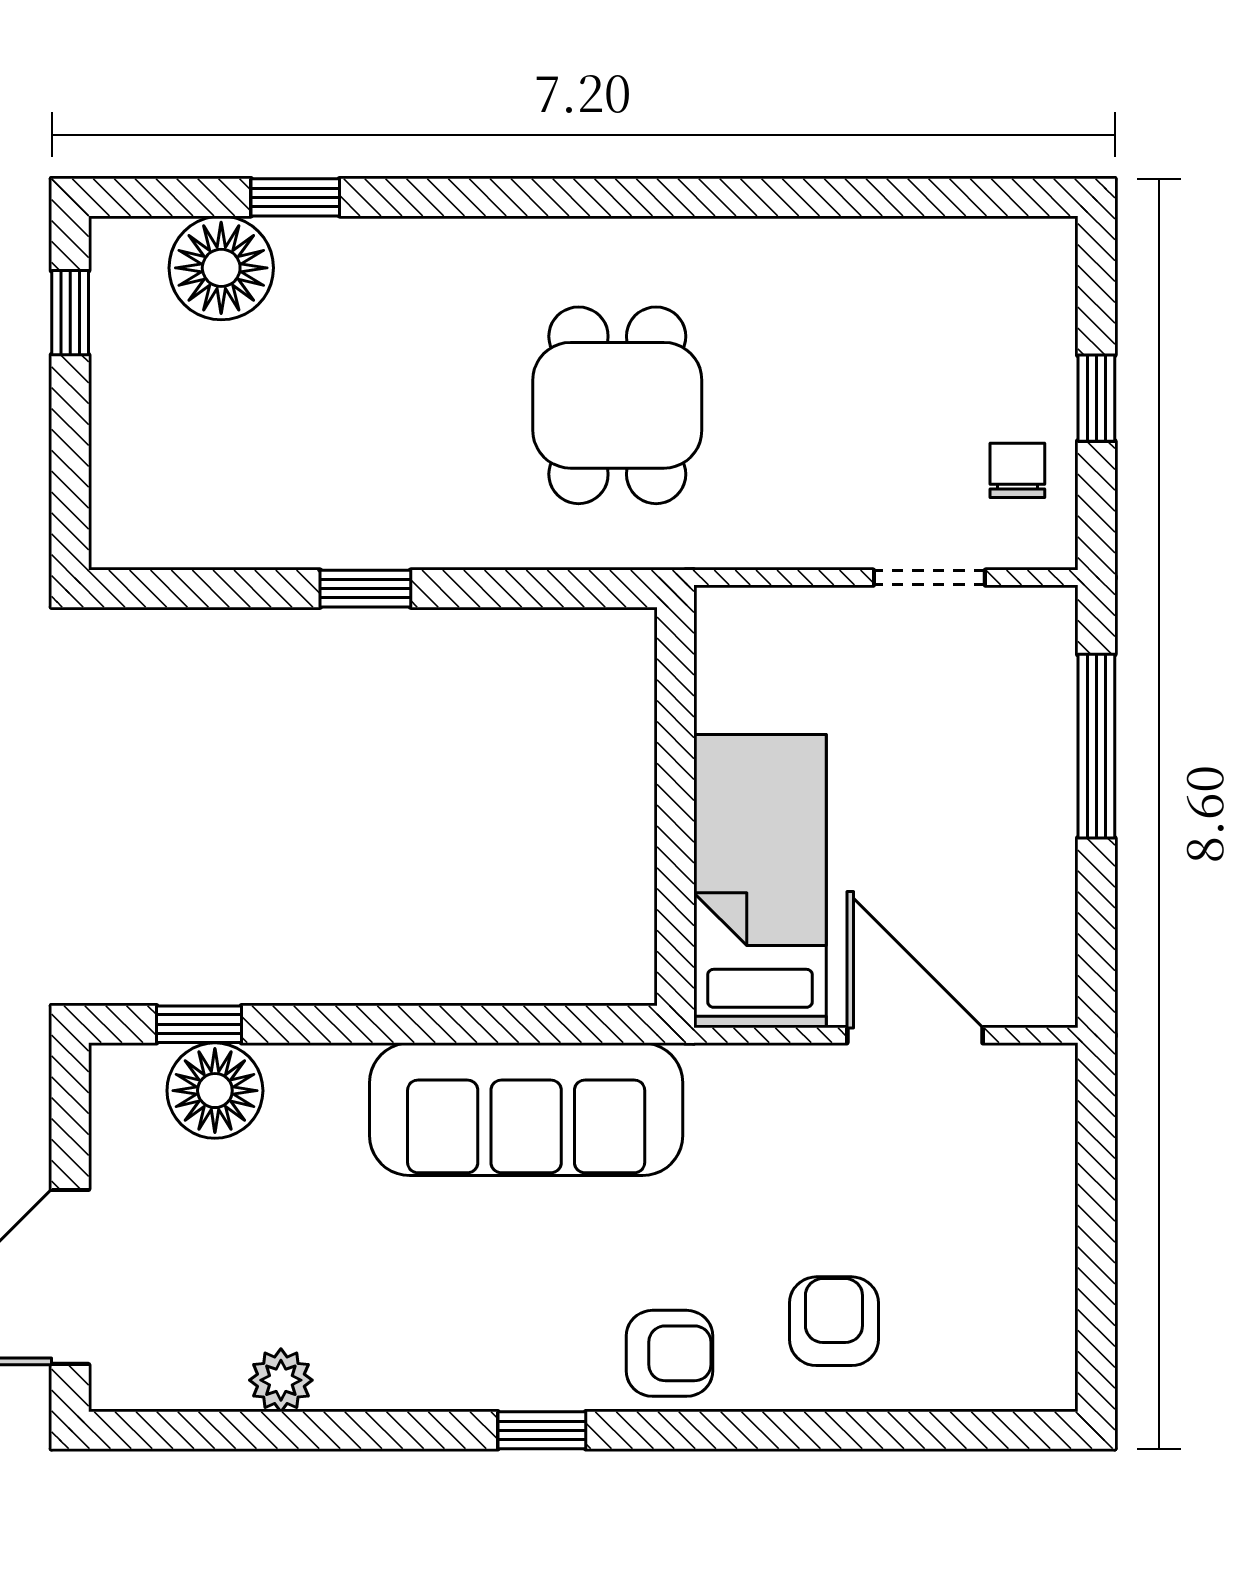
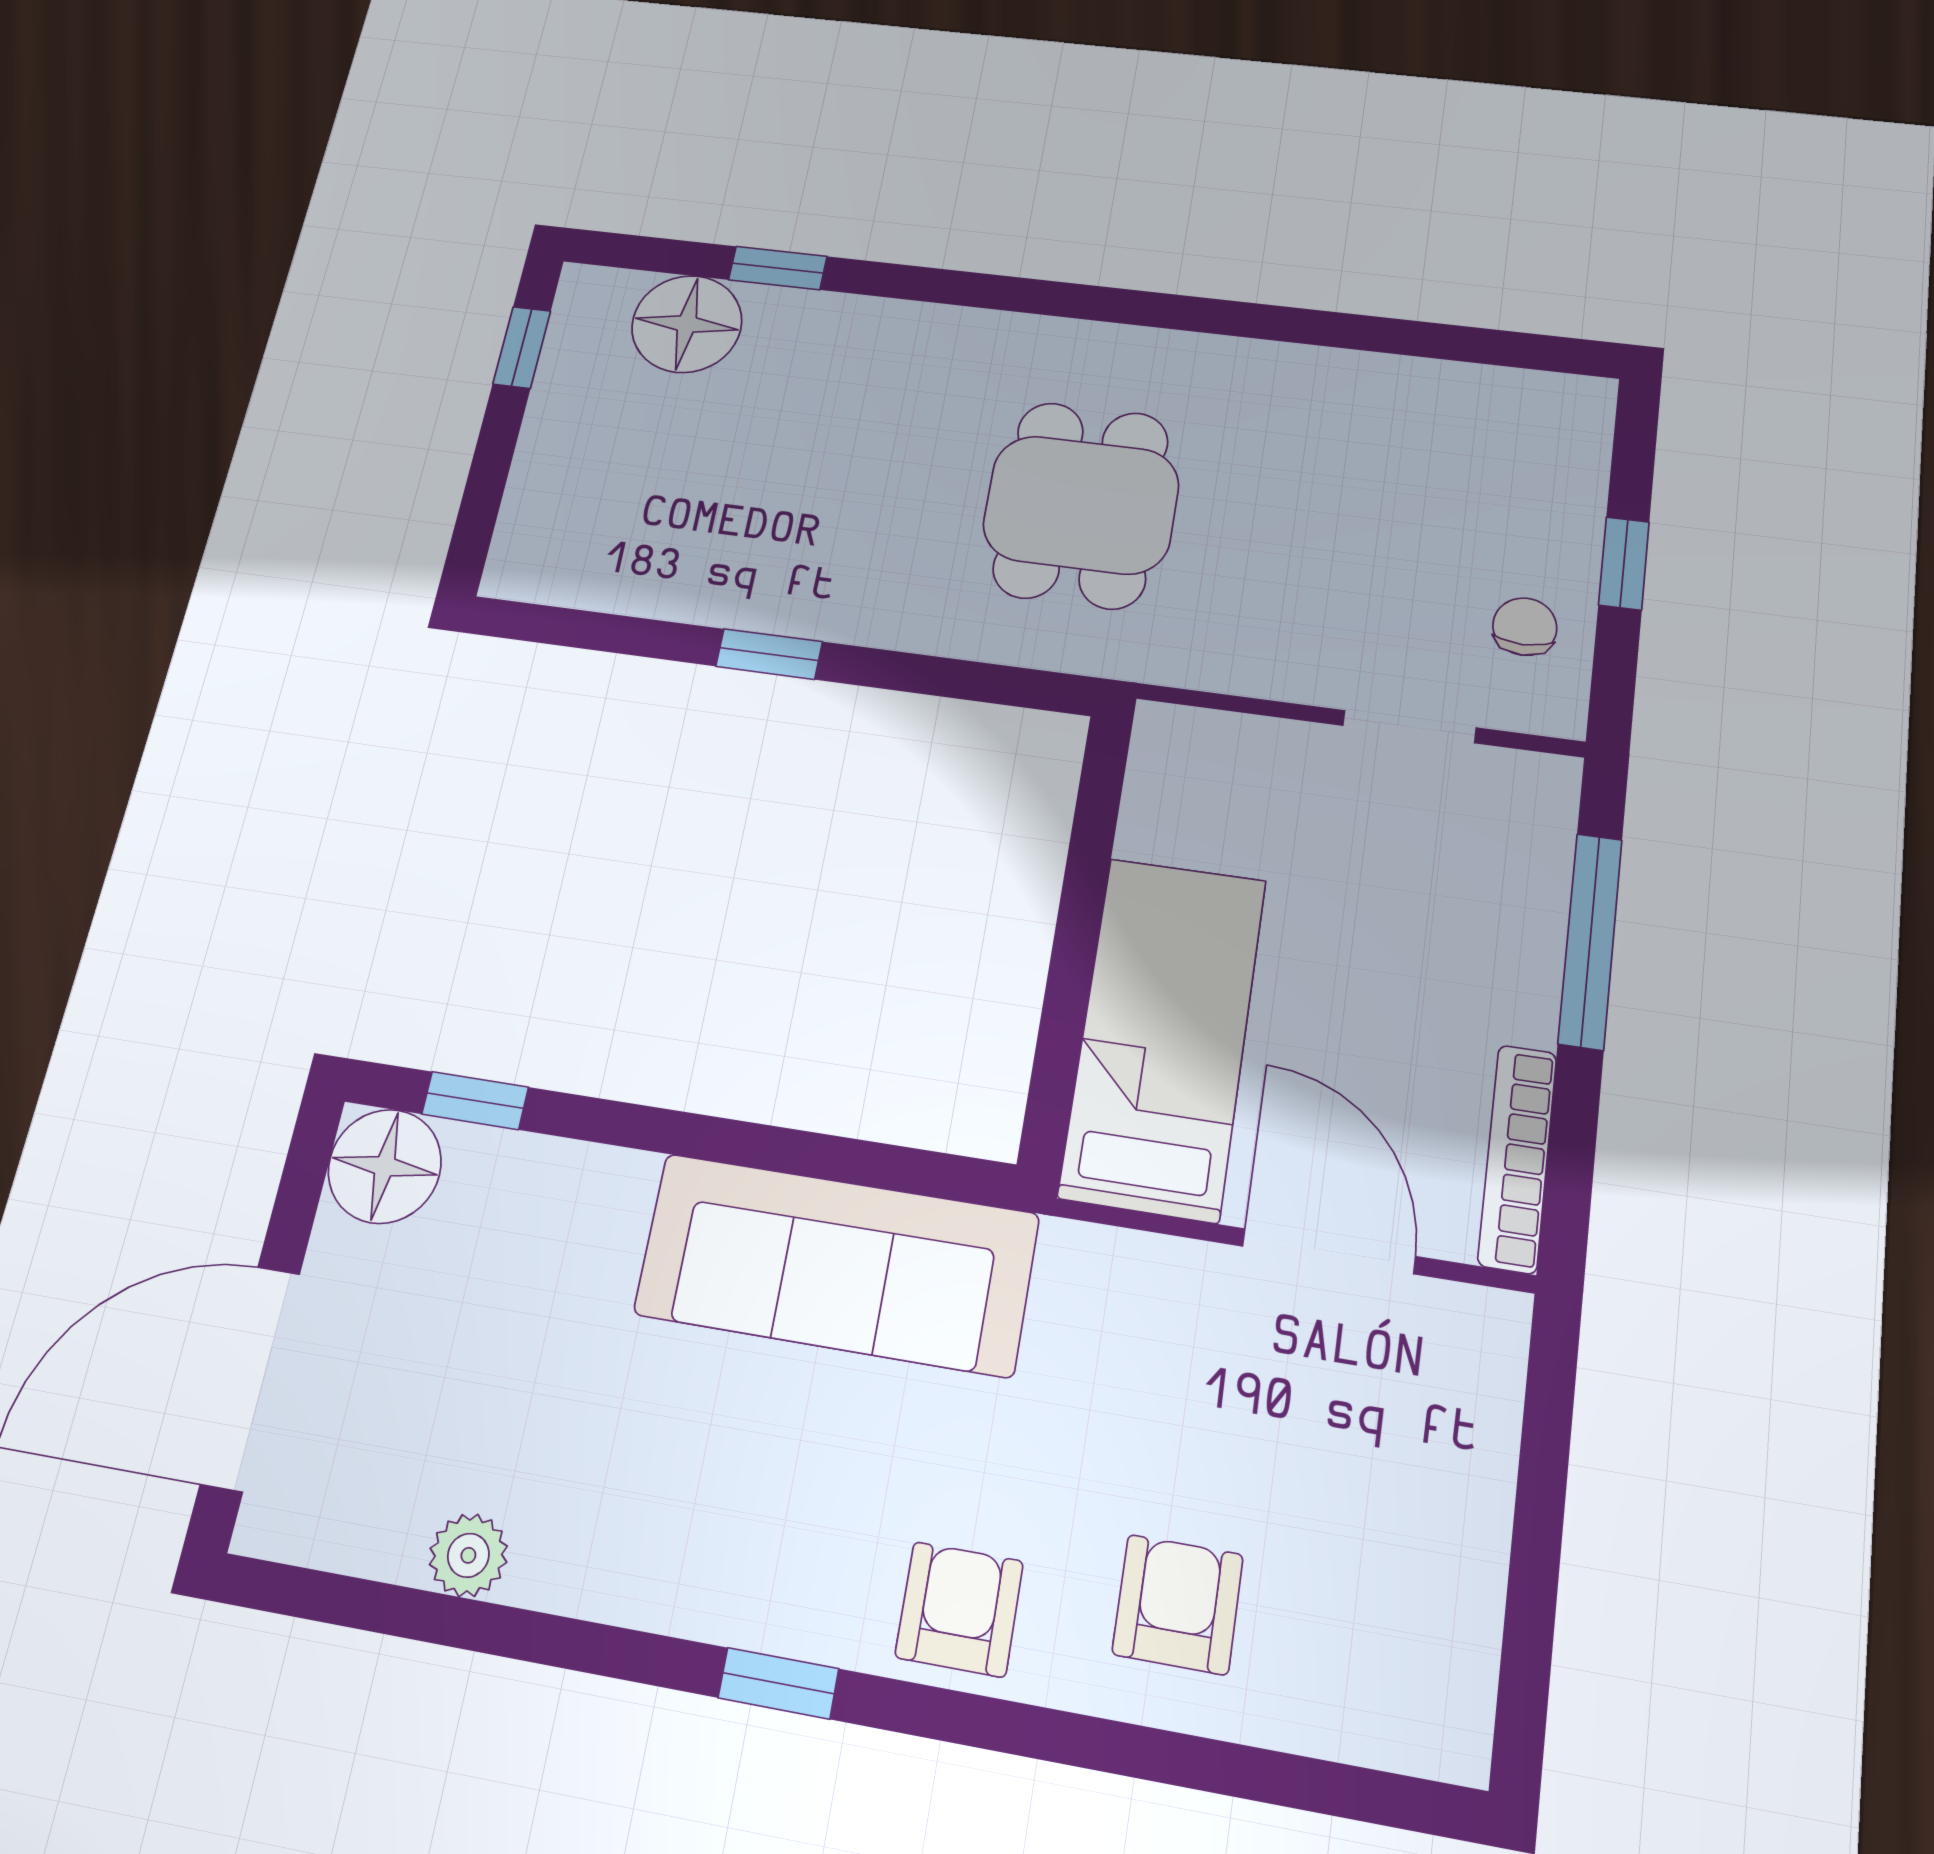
bookcase: (1055, 937) -> (1517, 1158), added
floor lamp: (215, 1091) -> (385, 1166), moved
armchair: (669, 1353) -> (959, 1609), turned -90

